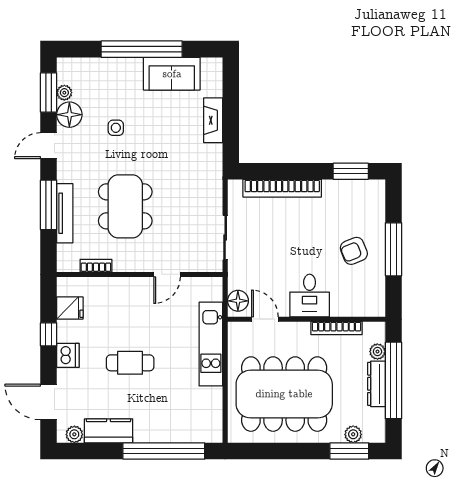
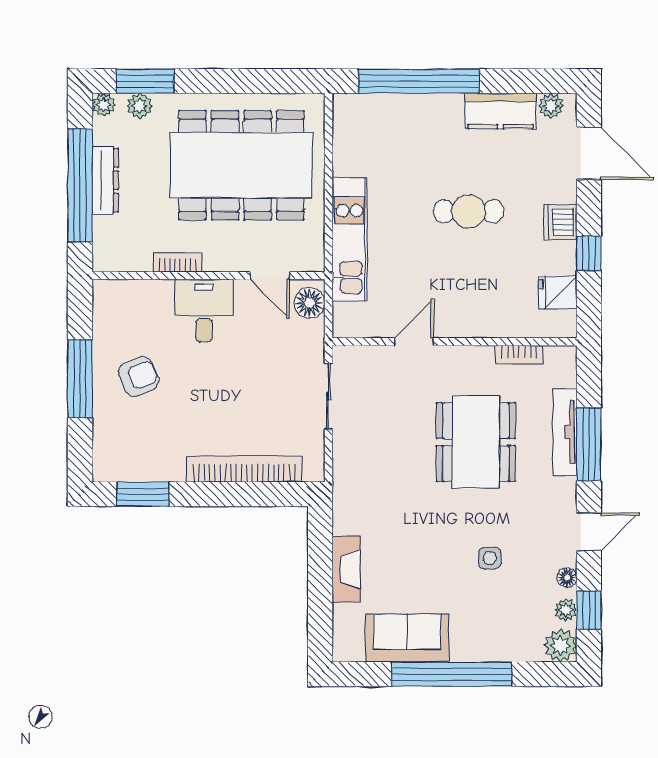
plant: (68, 68) -> (560, 646), added
window: (49, 93) -> (589, 610), width x0.67
floor lamp: (69, 115) -> (567, 578), width x0.53, depth x0.53
bookcase: (336, 328) -> (178, 262), width x0.64
plant: (377, 352) -> (104, 105), moved

